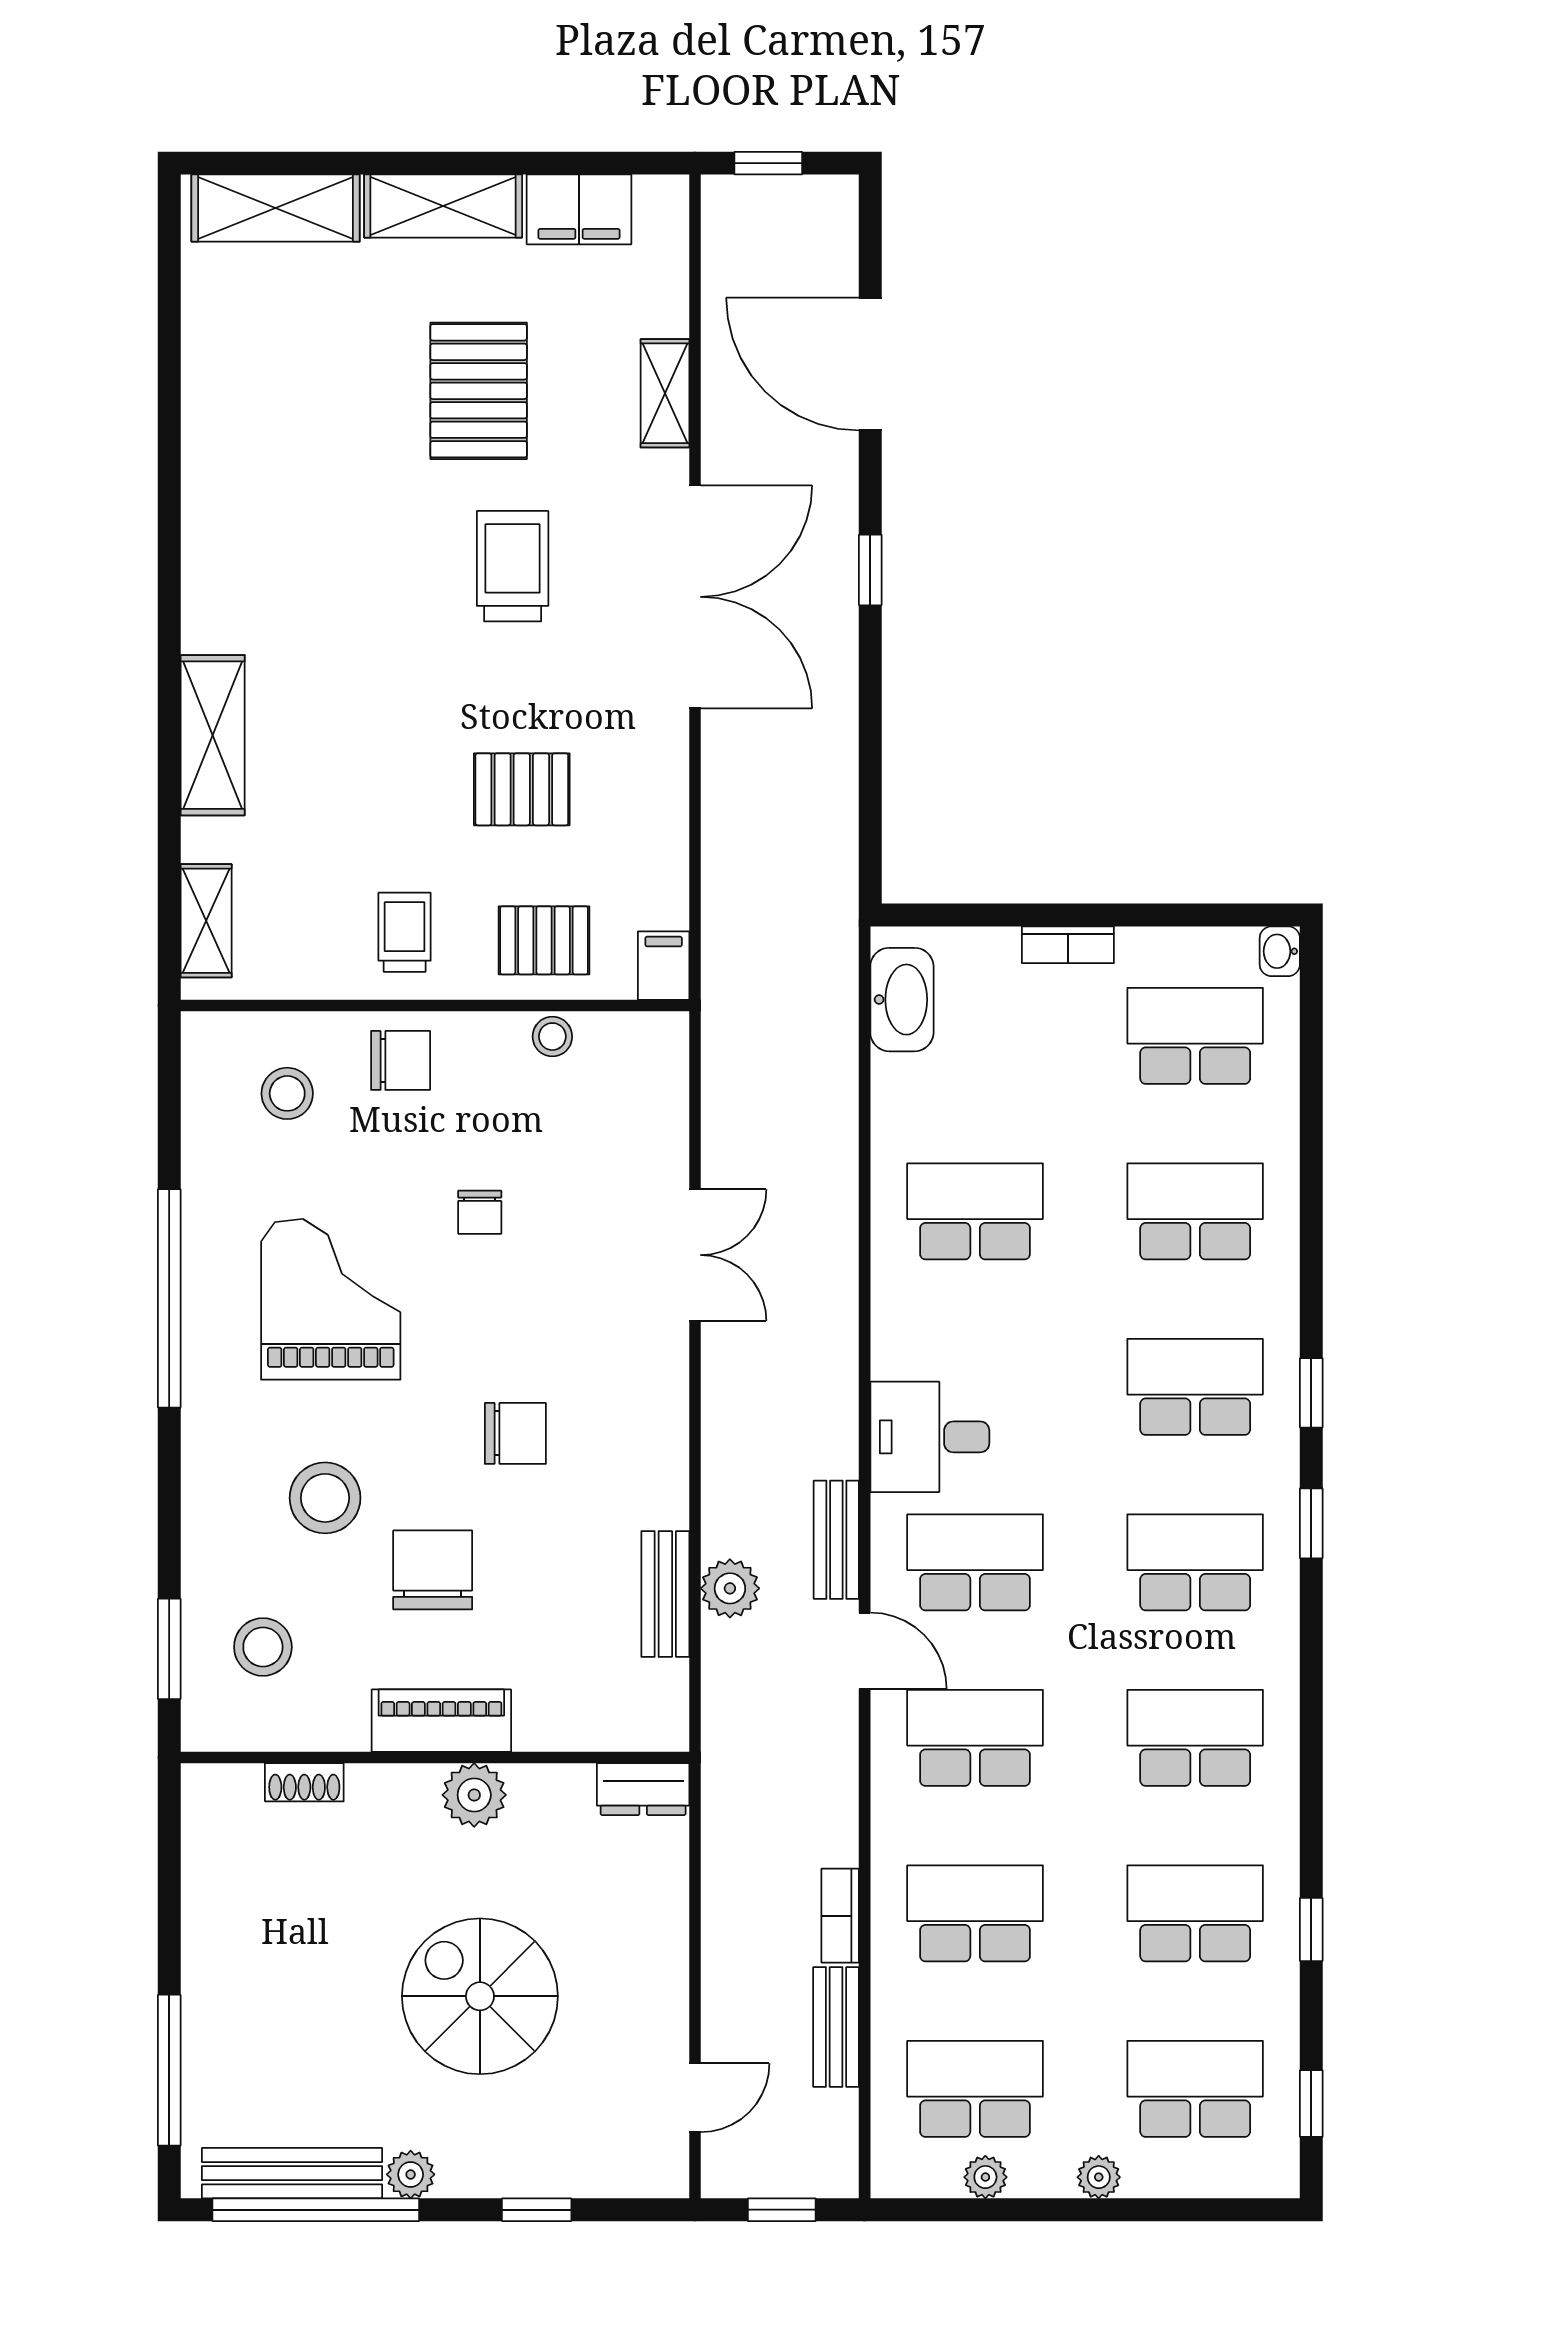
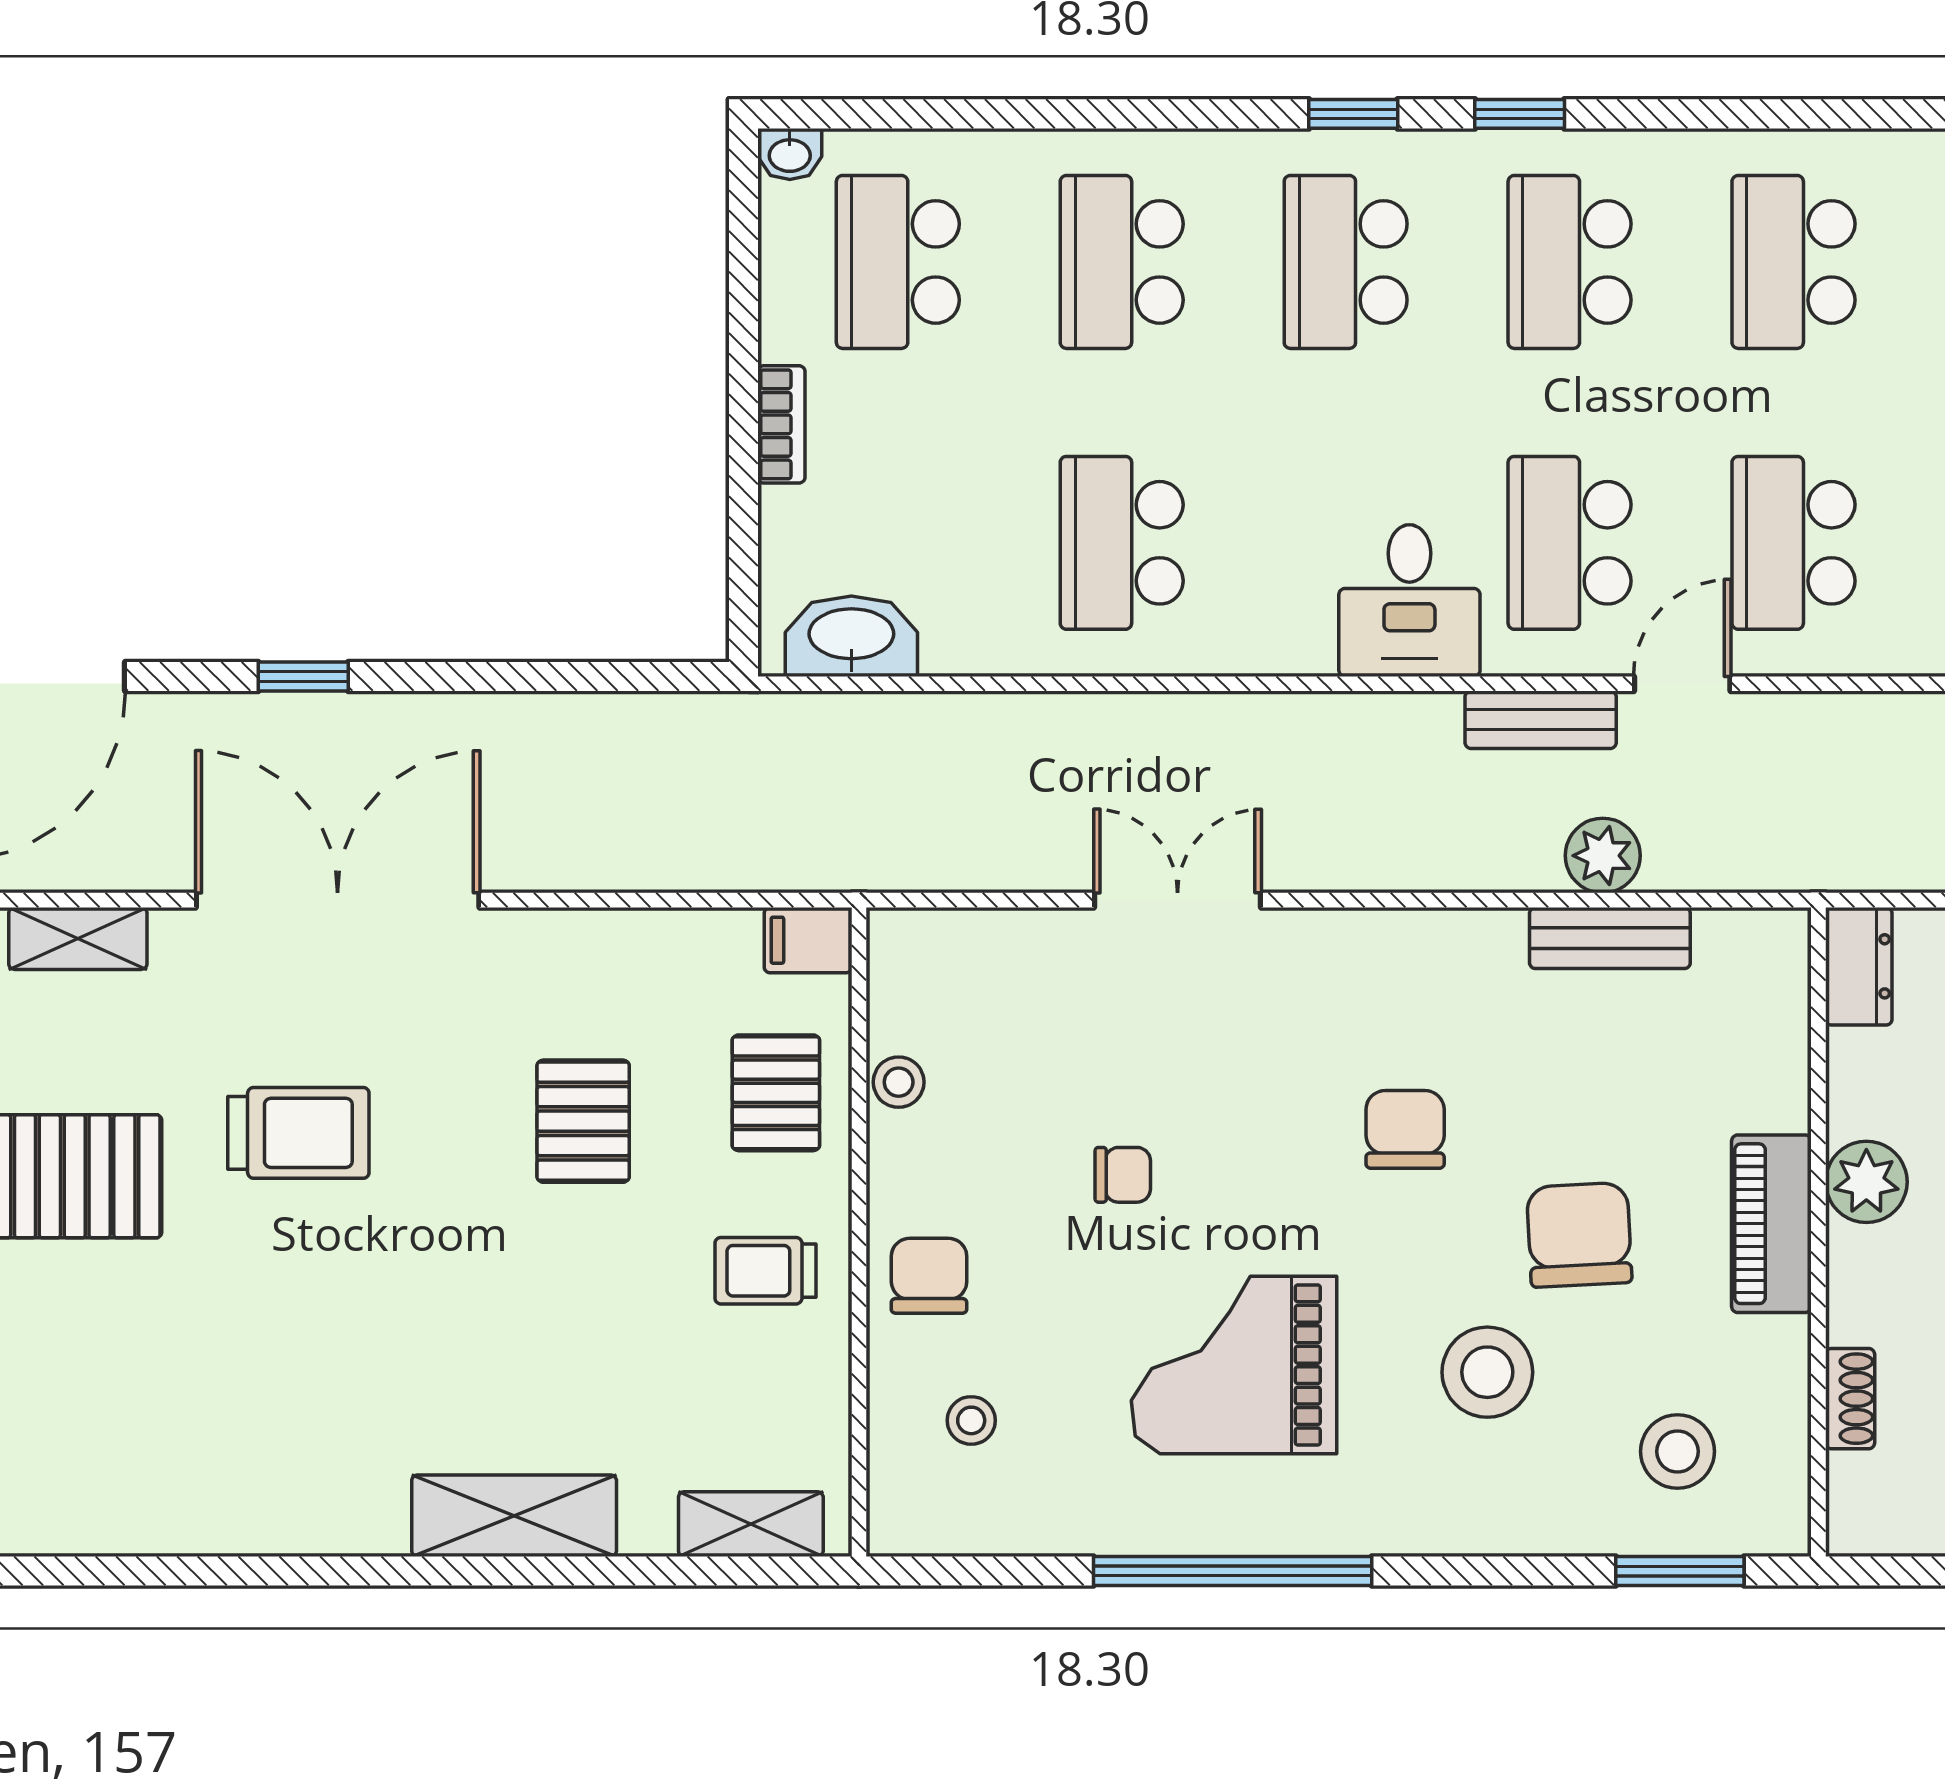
trolley: (513, 566) -> (298, 1133), turned 180
stool: (287, 1093) -> (971, 1420), width x0.73, depth x0.73
chair: (433, 1570) -> (1579, 1235), turned 87

